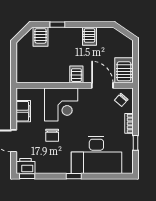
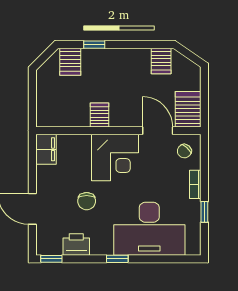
server rack: (89, 36) -> (161, 61), moved
server rack: (76, 74) -> (99, 115), moved
corner desk: (61, 104) -> (115, 158), moved
filing cabinet: (23, 111) -> (46, 149), moved
printer: (26, 166) -> (76, 244), moved

